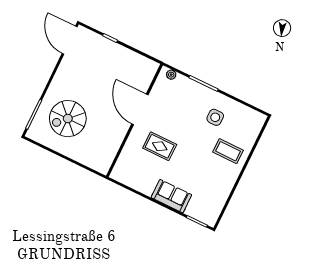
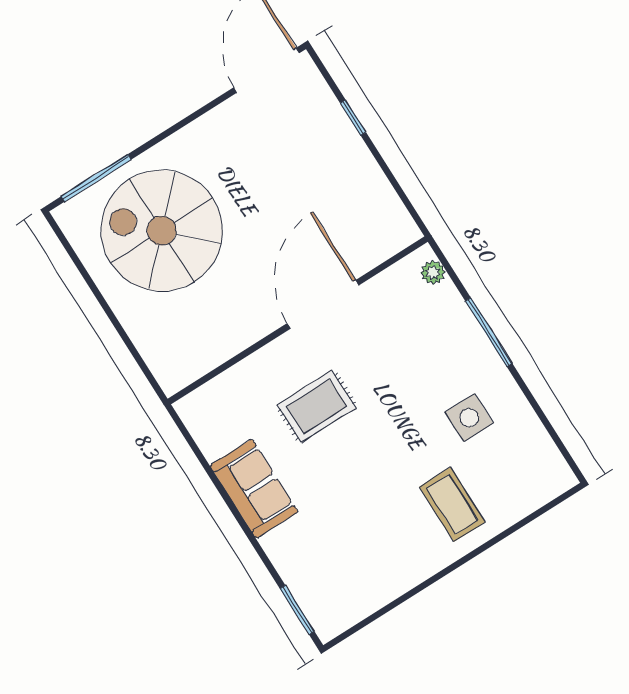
spiral stairs: (68, 119) -> (162, 231), width x1.37, depth x1.37
rug: (160, 146) -> (317, 406), turned 90
sofa: (171, 196) -> (254, 489), moved

